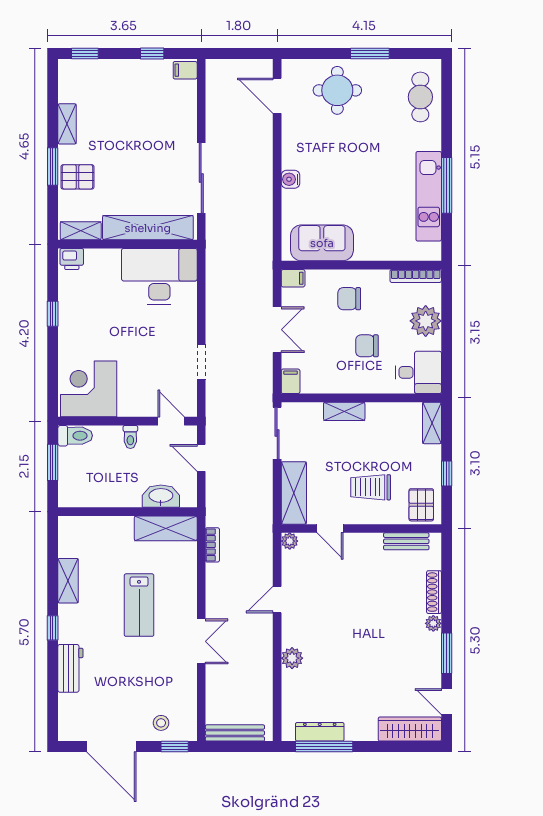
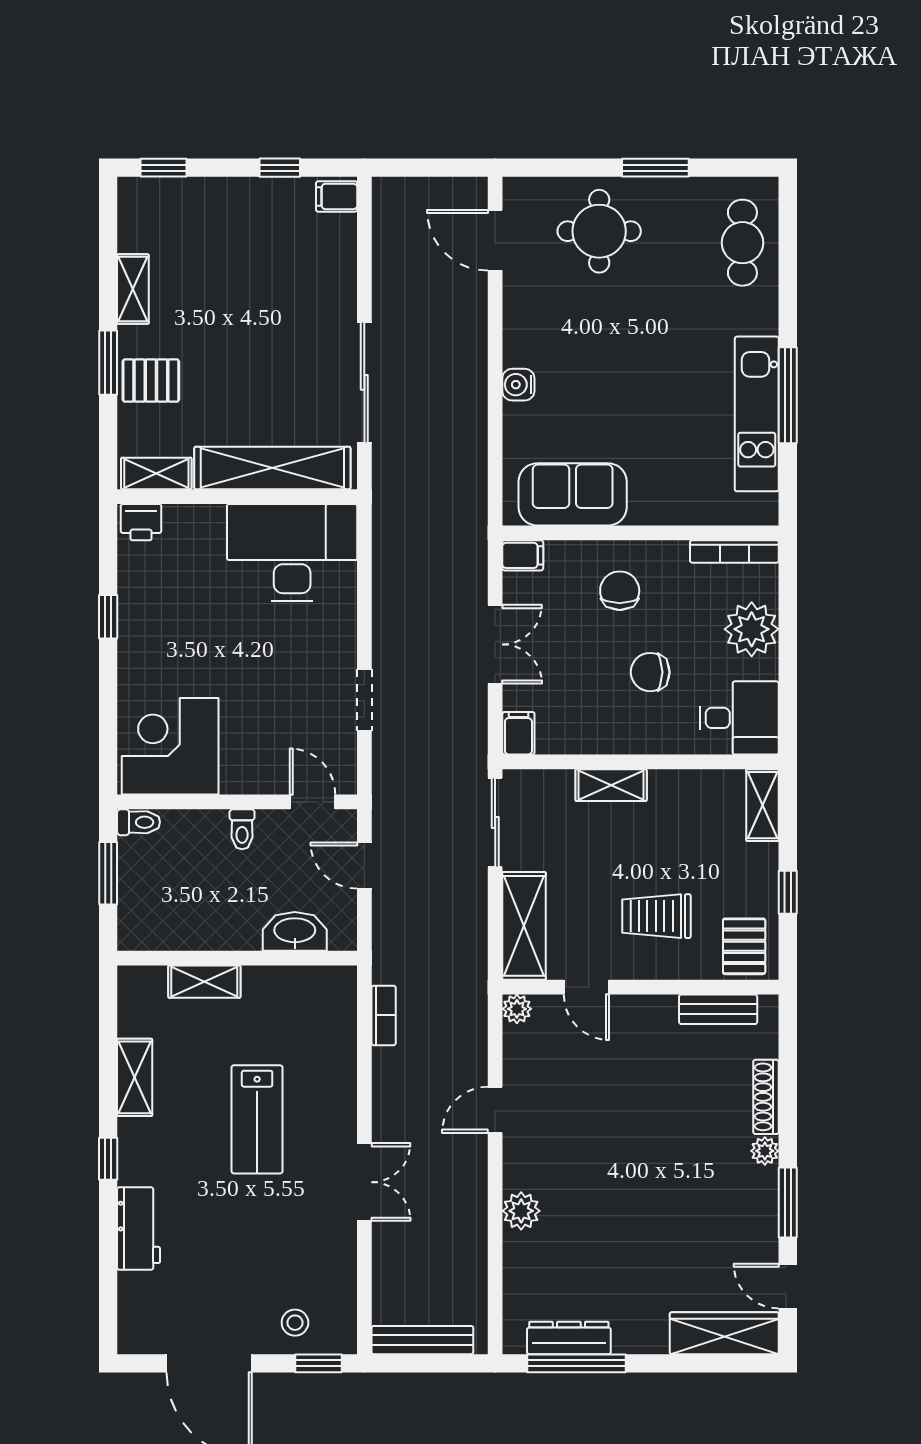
chair: (349, 299) -> (620, 591), turned 90
toilet: (75, 436) -> (139, 822), width x0.73, depth x0.72
shelving: (166, 528) -> (204, 982), moved, width x0.67, depth x0.75

